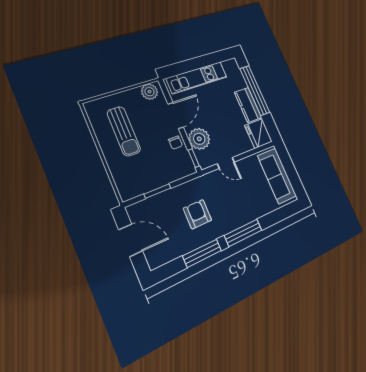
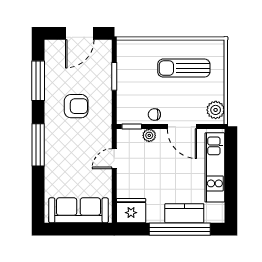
kitchen counter: (248, 105) -> (184, 213), moved
plant: (199, 139) -> (149, 135), width x0.53, depth x0.53
window: (202, 253) -> (38, 81), moved

